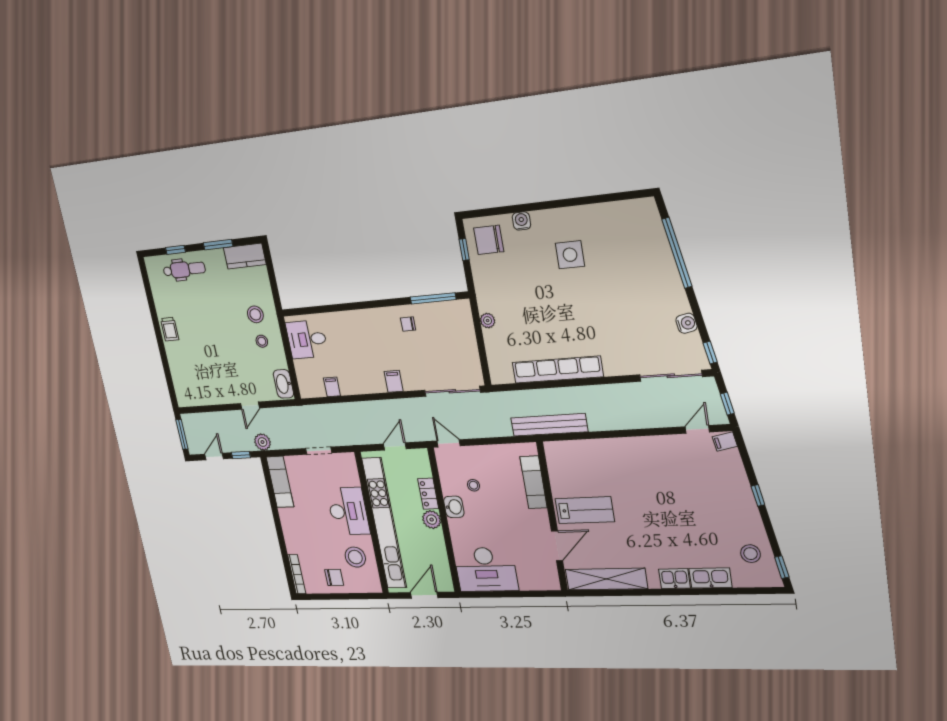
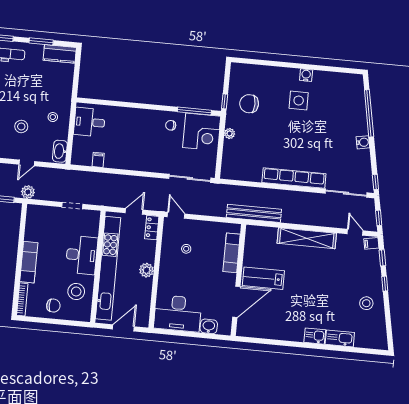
water cooler: (521, 221) -> (306, 75), moved
chair: (489, 240) -> (249, 104), moved
window: (464, 250) -> (225, 101), moved
stool: (255, 314) -> (21, 126), moved
water cooler: (686, 323) -> (363, 142), moved
corner desk: (450, 325) -> (202, 132), added
row of seats: (558, 370) -> (294, 178), moved
filing cabinet: (394, 381) -> (147, 164), removed
door: (697, 429) -> (355, 232), hinge flipped
exam couch: (280, 482) -> (29, 262), moved
locker: (428, 494) -> (152, 228), moved
washbasin: (454, 507) -> (209, 326), moved, turned -90
lab bench: (585, 510) -> (263, 278), turned 180
door: (557, 546) -> (236, 302), width x1.36
stool: (751, 554) -> (366, 303), moved
window: (782, 567) -> (382, 258), moved
shelving: (606, 579) -> (307, 238), moved

